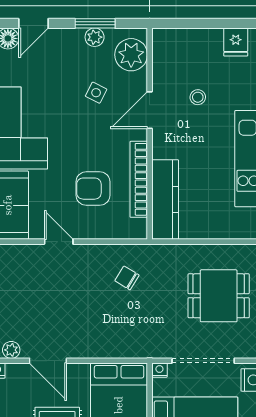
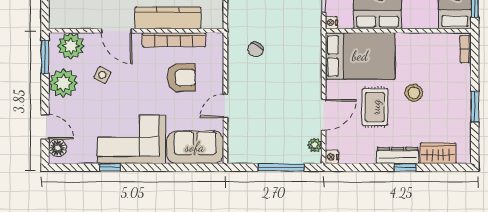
window: (95, 23) -> (45, 57), moved
plant: (95, 37) -> (63, 83), width x1.88, depth x1.88
armchair: (93, 189) -> (181, 78), turned -90
kitchen counter: (165, 200) -> (168, 18), moved

